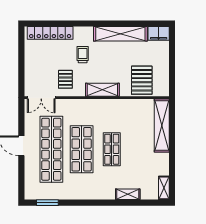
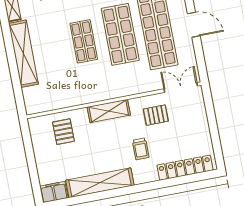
pallet: (65, 79) -> (156, 115), turned 90
pallet: (142, 80) -> (63, 132), width x0.67, depth x0.71
shelving: (162, 125) -> (24, 54), moved

